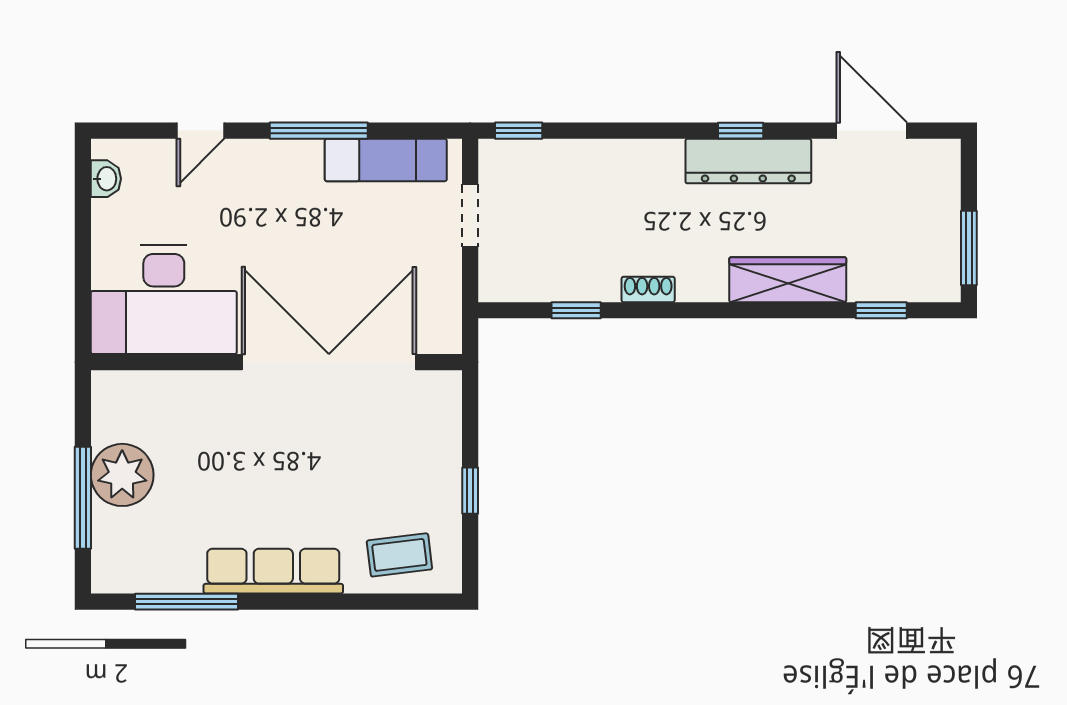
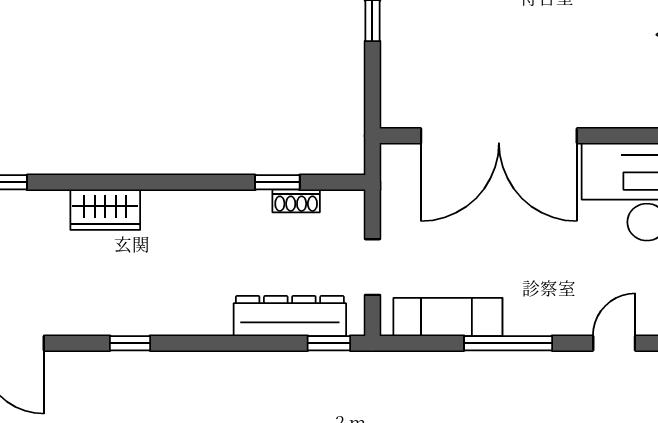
dresser: (748, 161) -> (290, 316), moved
wardrobe: (788, 280) -> (105, 210), width x0.67
shoe rack: (648, 289) -> (296, 201), moved

